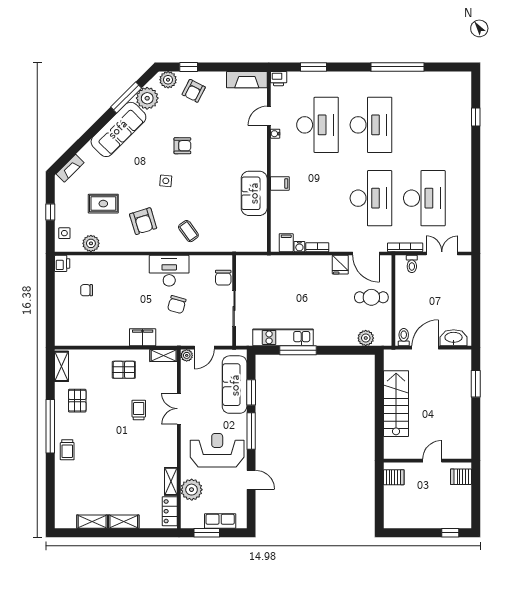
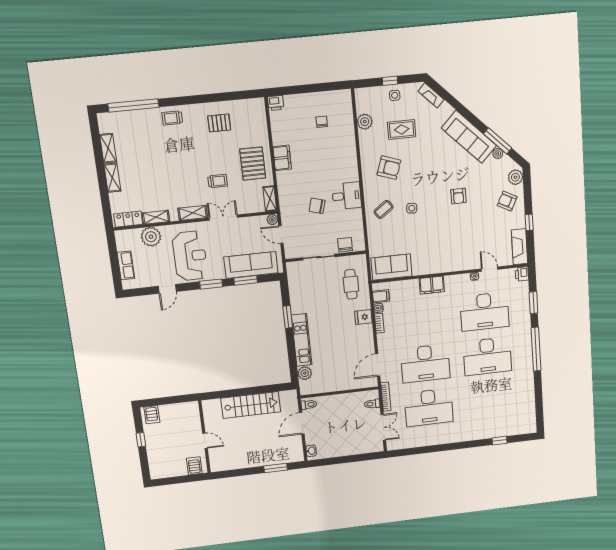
window: (189, 67) -> (529, 222), moved
window: (397, 67) -> (536, 349), moved
plant: (147, 98) -> (498, 154), width x0.53, depth x0.53
side table: (166, 181) -> (412, 208), moved
filing cabinet: (280, 183) -> (432, 285), width x2.00
sofa: (254, 193) -> (391, 267), moved
rug: (103, 204) -> (402, 129), turned 90
armchair: (143, 221) -> (389, 168), turned -144
side table: (64, 233) -> (395, 95), moved
printer: (62, 263) -> (276, 103), moved
fridge: (340, 265) -> (363, 317), moved
desk: (169, 271) -> (347, 196), width x0.73
chair: (223, 278) -> (345, 245), turned 90
cafe table: (371, 297) -> (351, 284), moved
filing cabinet: (143, 337) -> (282, 158), moved
kitchen unit: (283, 337) -> (302, 340), moved
washbasin: (454, 338) -> (311, 451), width x0.52, depth x0.69
door: (425, 348) -> (302, 423), swing flipped
window: (298, 350) -> (288, 317), width x0.69
shelving: (62, 366) -> (193, 213), moved
pallet: (124, 370) -> (253, 164), width x1.50, depth x1.42
window: (50, 426) -> (133, 105), moved
window: (251, 431) -> (211, 284), width x0.69
server rack: (394, 477) -> (152, 415), moved
window: (207, 533) -> (113, 255), removed
window: (450, 533) -> (141, 440), moved

